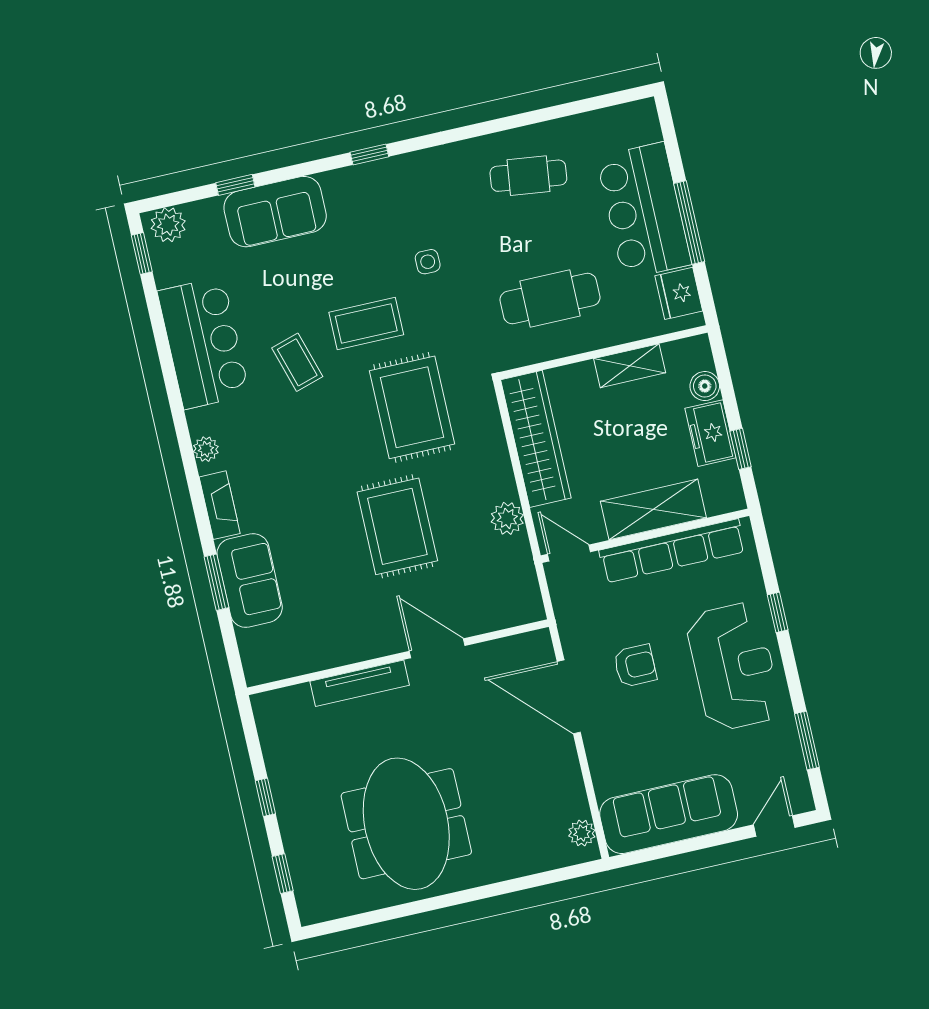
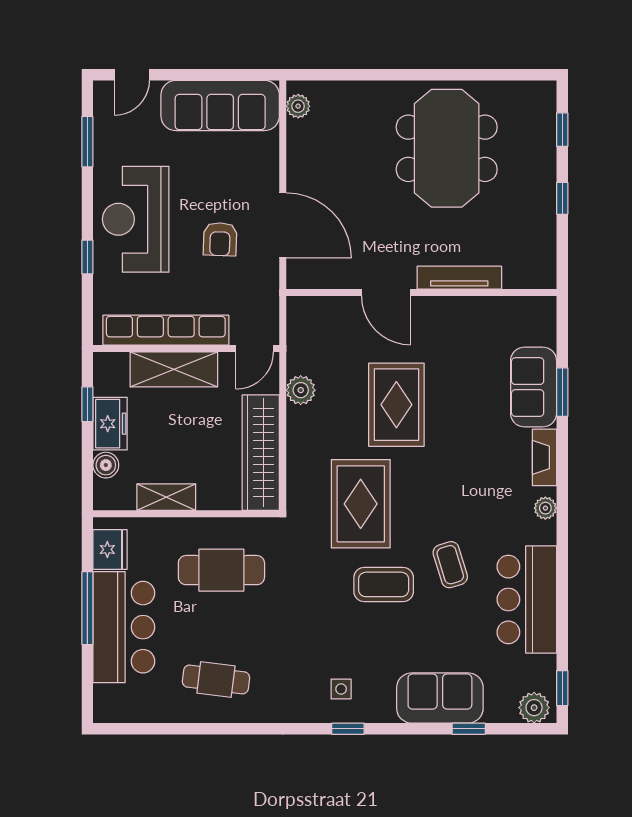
side table: (428, 262) -> (341, 689), moved
door: (569, 553) -> (255, 348), hinge flipped
armchair: (635, 666) -> (220, 239), turned -88

